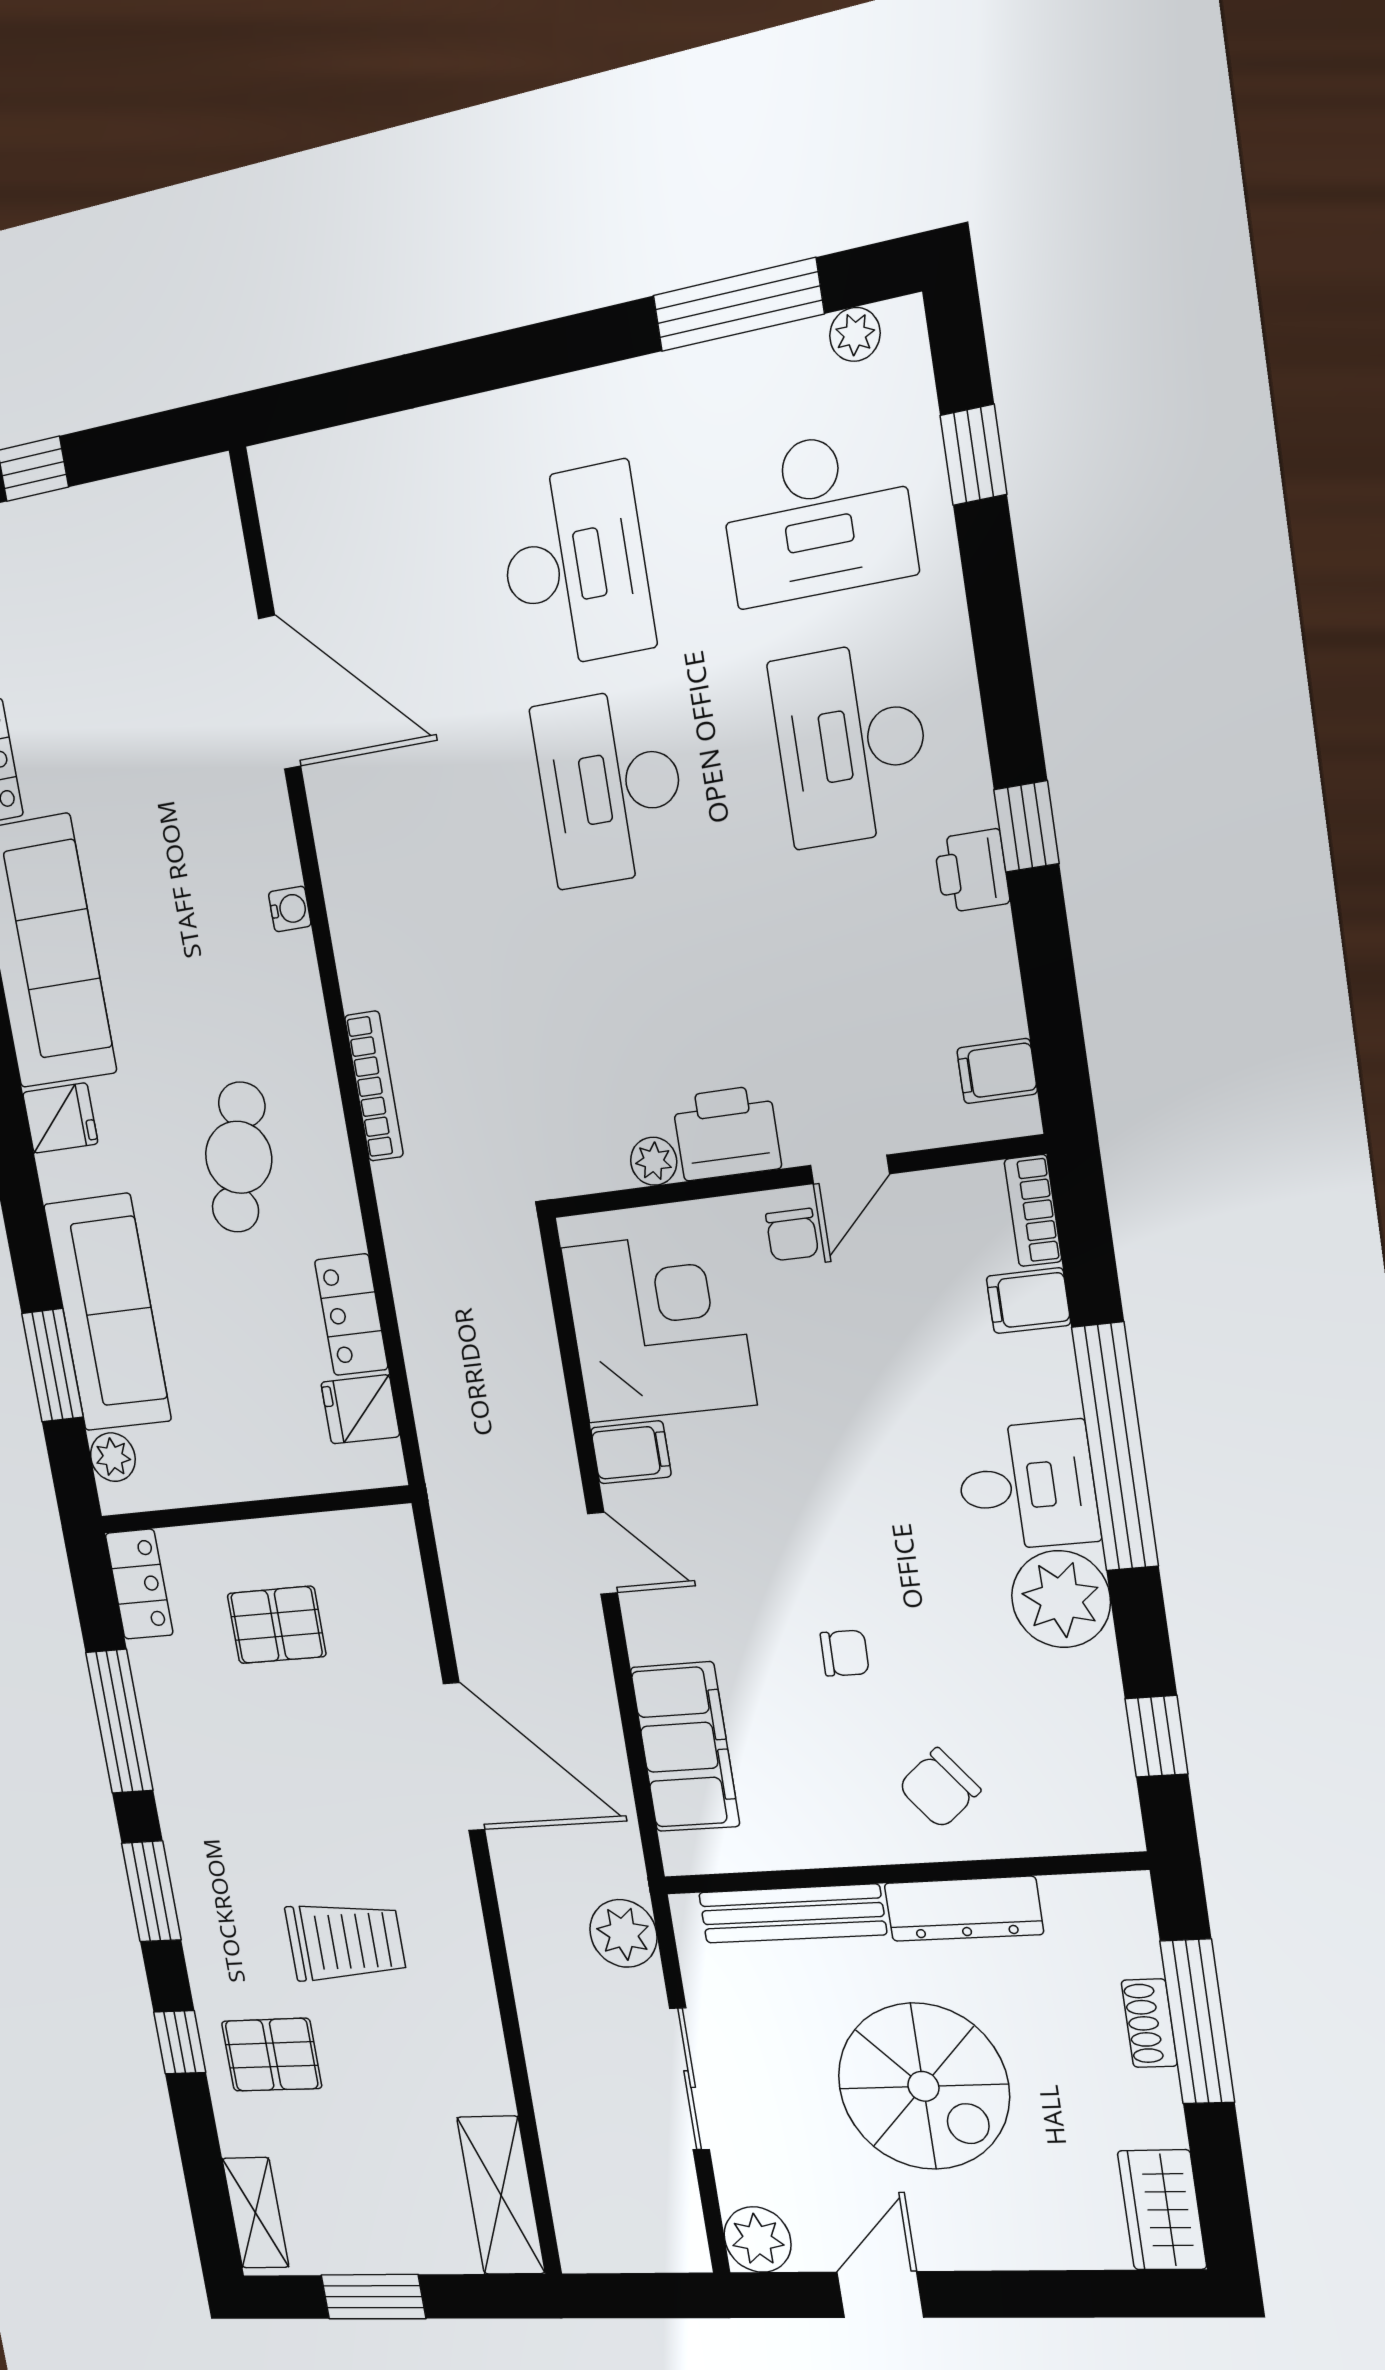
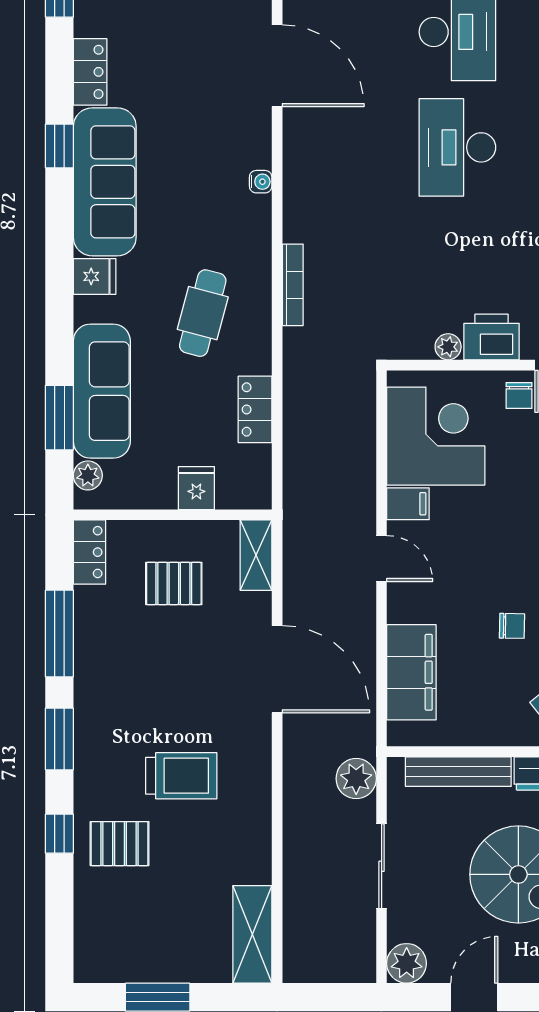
fridge: (360, 1409) -> (196, 488), moved, turned 90
shelving: (256, 2213) -> (256, 555), moved

